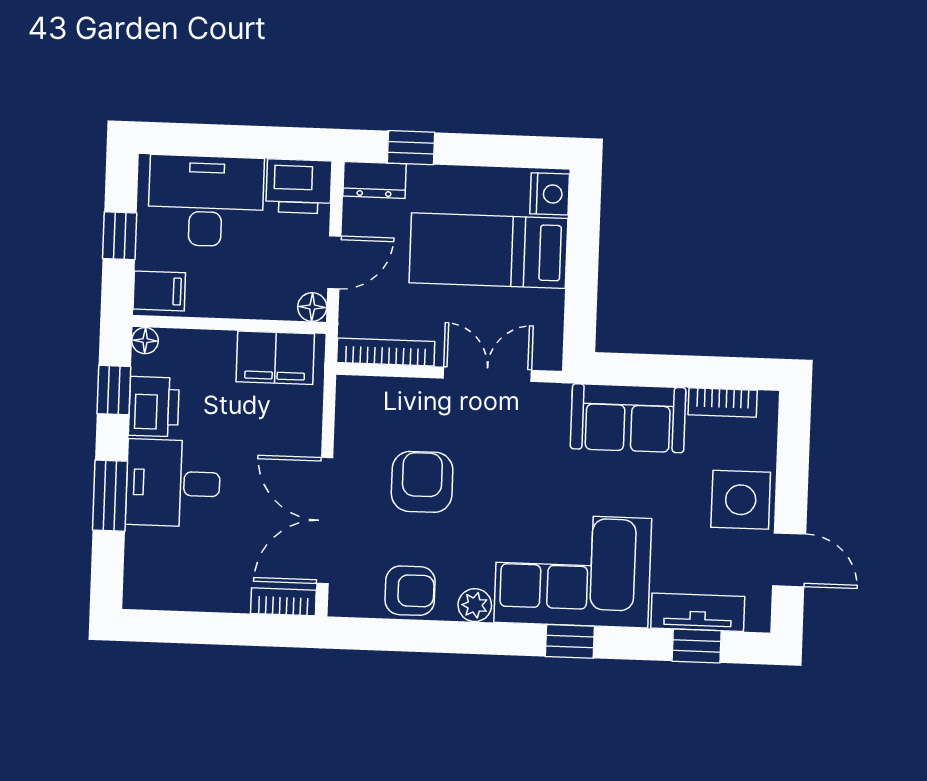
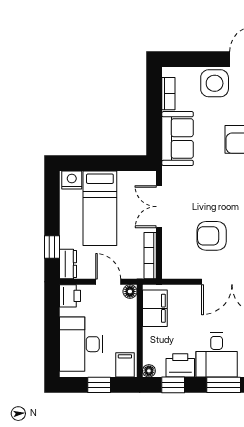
printer: (299, 186) -> (70, 296), width x0.73, depth x0.81

